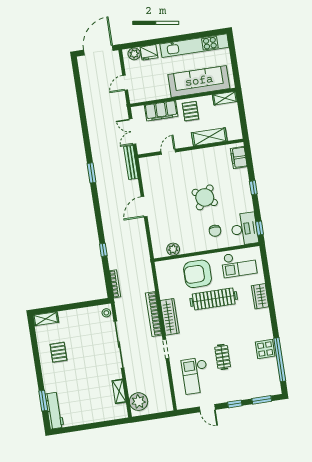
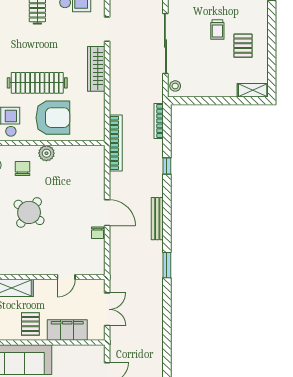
bench: (131, 162) -> (157, 219), moved
chair: (149, 190) -> (97, 233), added
door: (144, 207) -> (107, 213), hinge flipped
plant: (173, 249) -> (46, 153), moved
bookcase: (154, 314) -> (116, 143), moved
trolley: (80, 362) -> (217, 30), added

